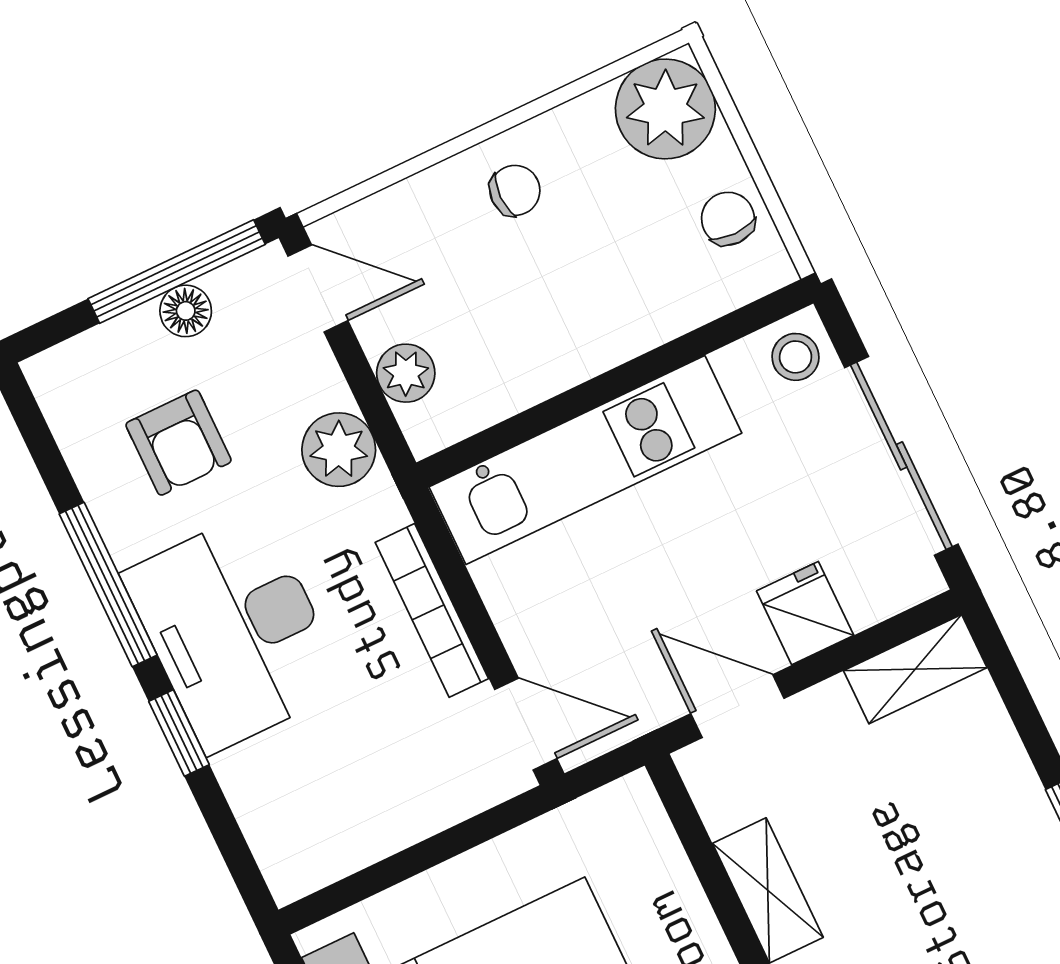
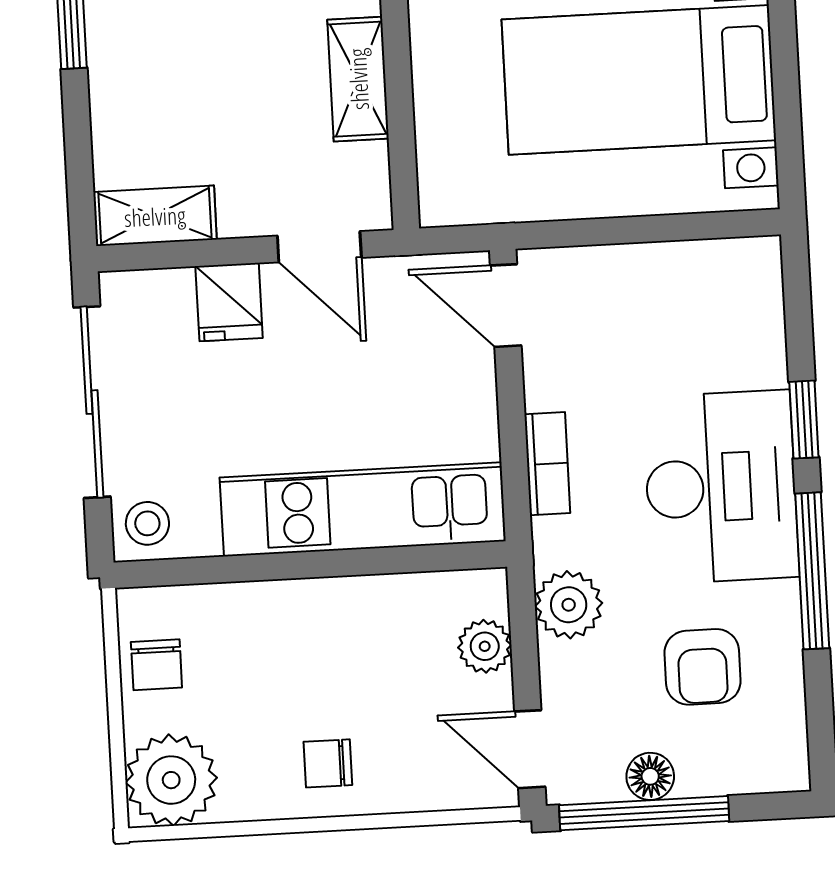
armchair: (178, 443) -> (703, 667), turned 180
bookcase: (432, 610) -> (547, 464), width x0.64

